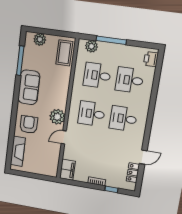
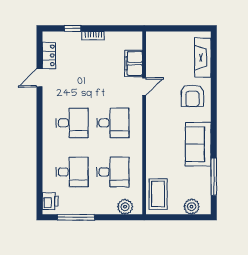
window: (111, 40) -> (76, 217), moved
plant: (57, 117) -> (156, 112), removed
filing cabinet: (67, 170) -> (134, 63), moved

